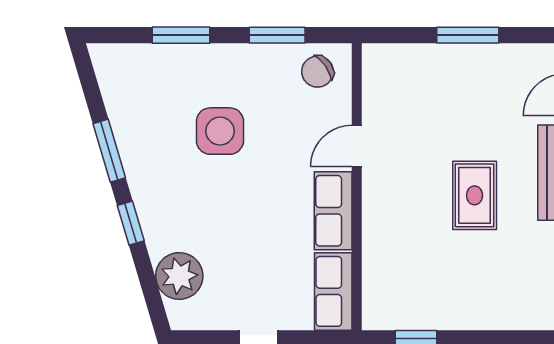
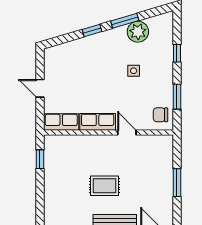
window: (181, 35) -> (177, 53), width x0.67
chair: (317, 72) -> (160, 115), turned -55
side table: (220, 131) -> (134, 71), width x0.54, depth x0.54
plant: (179, 276) -> (138, 32), moved

